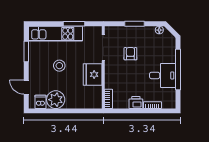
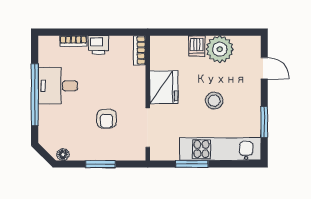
dishwasher: (40, 102) -> (197, 46), moved

